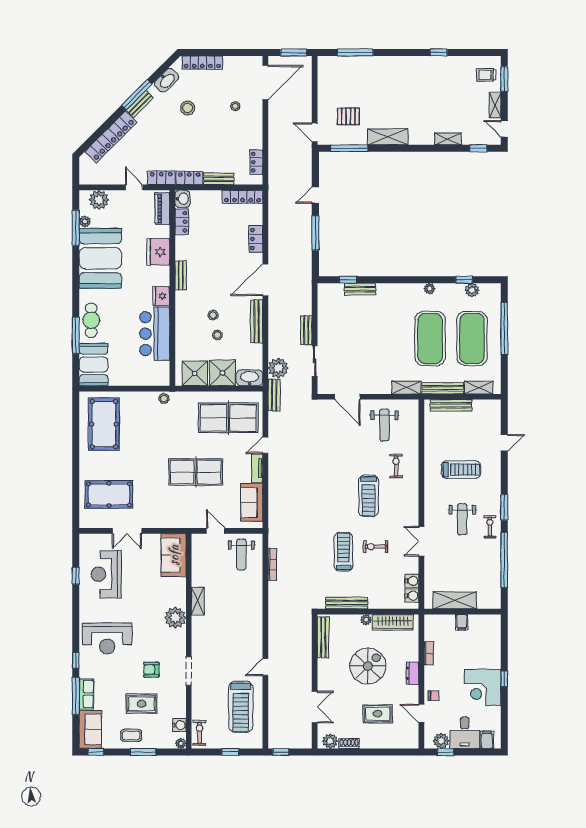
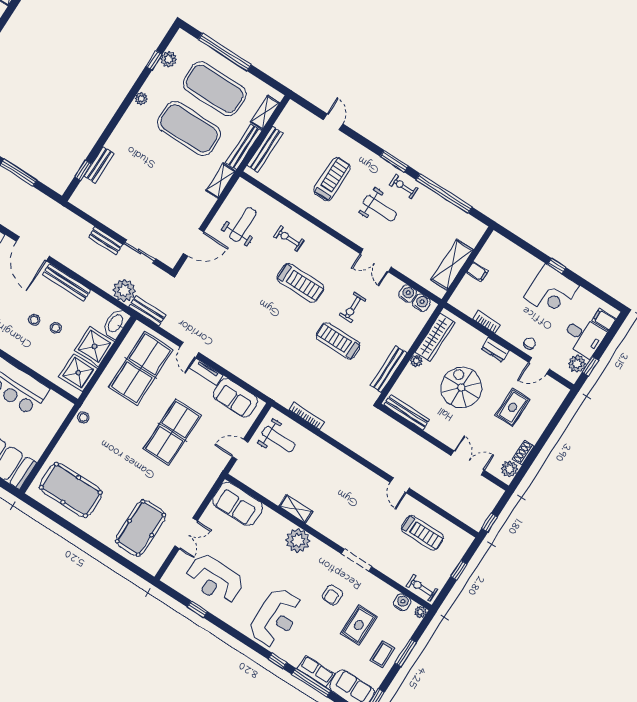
weight bench: (384, 425) -> (243, 225), turned -90
treadmill: (241, 707) -> (422, 533), width x0.73, depth x0.73

